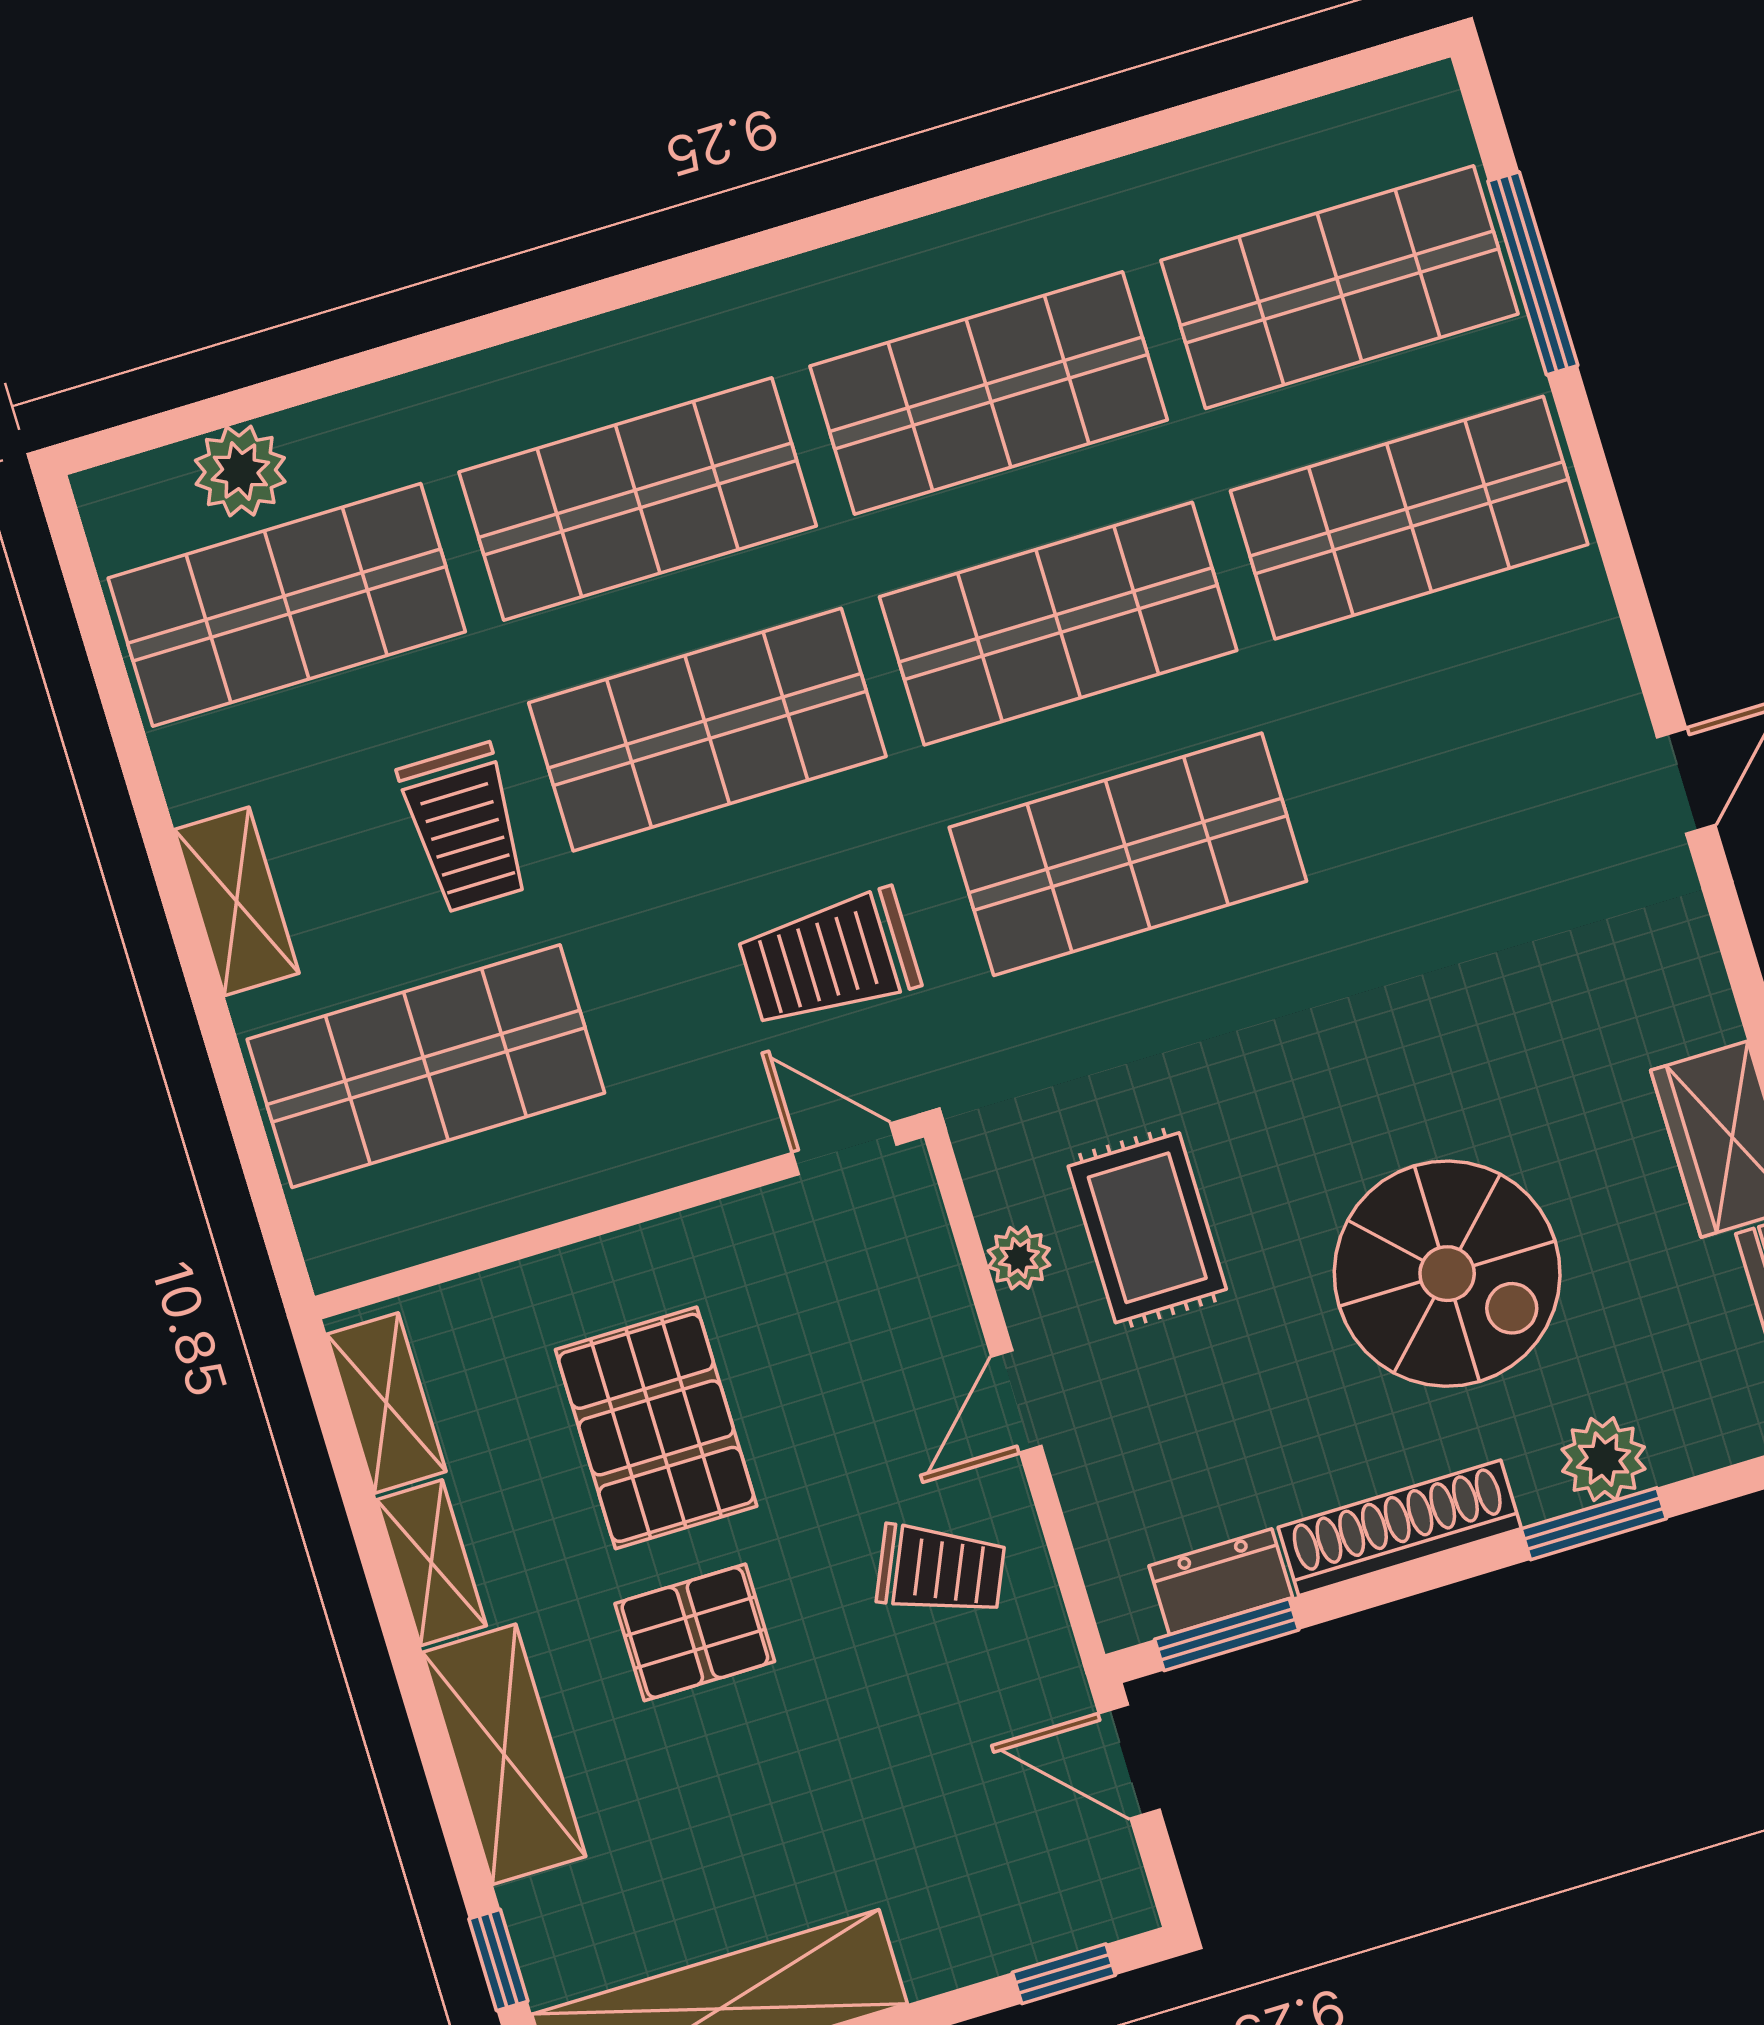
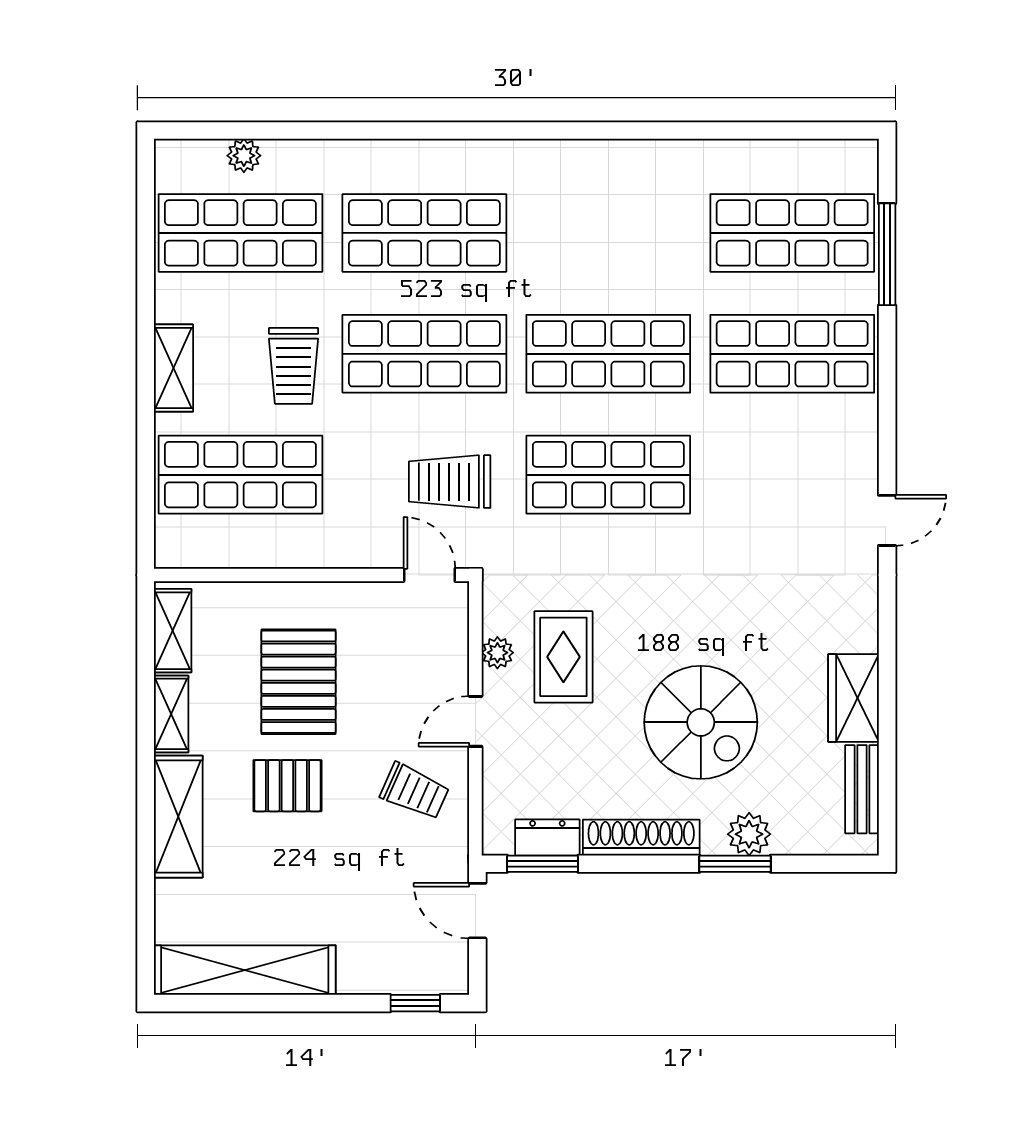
shop shelf: (989, 393) -> (608, 233), removed
plant: (240, 471) -> (244, 156), width x0.73, depth x0.73
window: (498, 1960) -> (146, 914), removed

